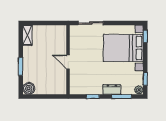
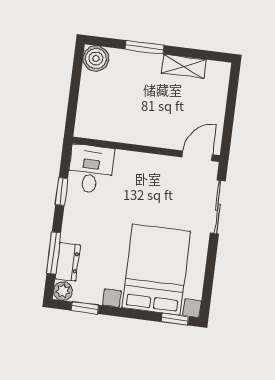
shelving: (27, 35) -> (184, 66), moved
door: (68, 62) -> (197, 156), moved
desk: (81, 84) -> (91, 169), added
dresser: (112, 90) -> (68, 262), moved

